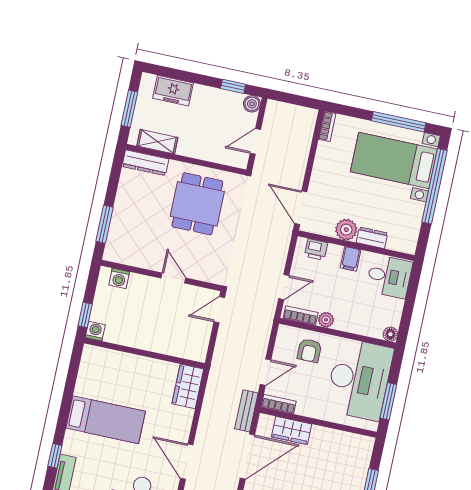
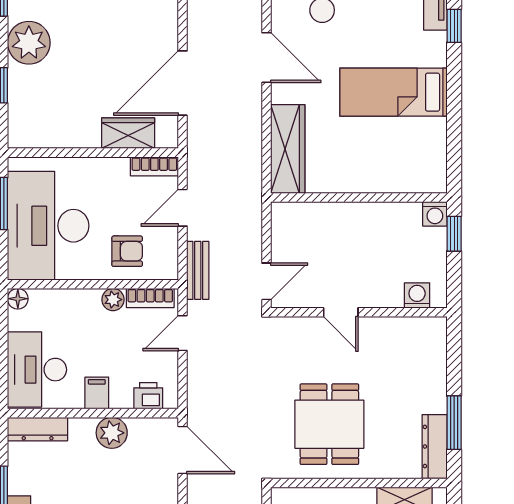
dresser: (145, 163) -> (435, 446), moved, turned -90
window: (105, 224) -> (454, 423), moved
dresser: (372, 238) -> (38, 429), moved, width x1.44
desk: (389, 276) -> (37, 370), width x1.37
armchair: (309, 350) -> (127, 251), turned 90
wardrobe: (188, 386) -> (288, 149), width x1.50
bench: (246, 411) -> (198, 270), moved

